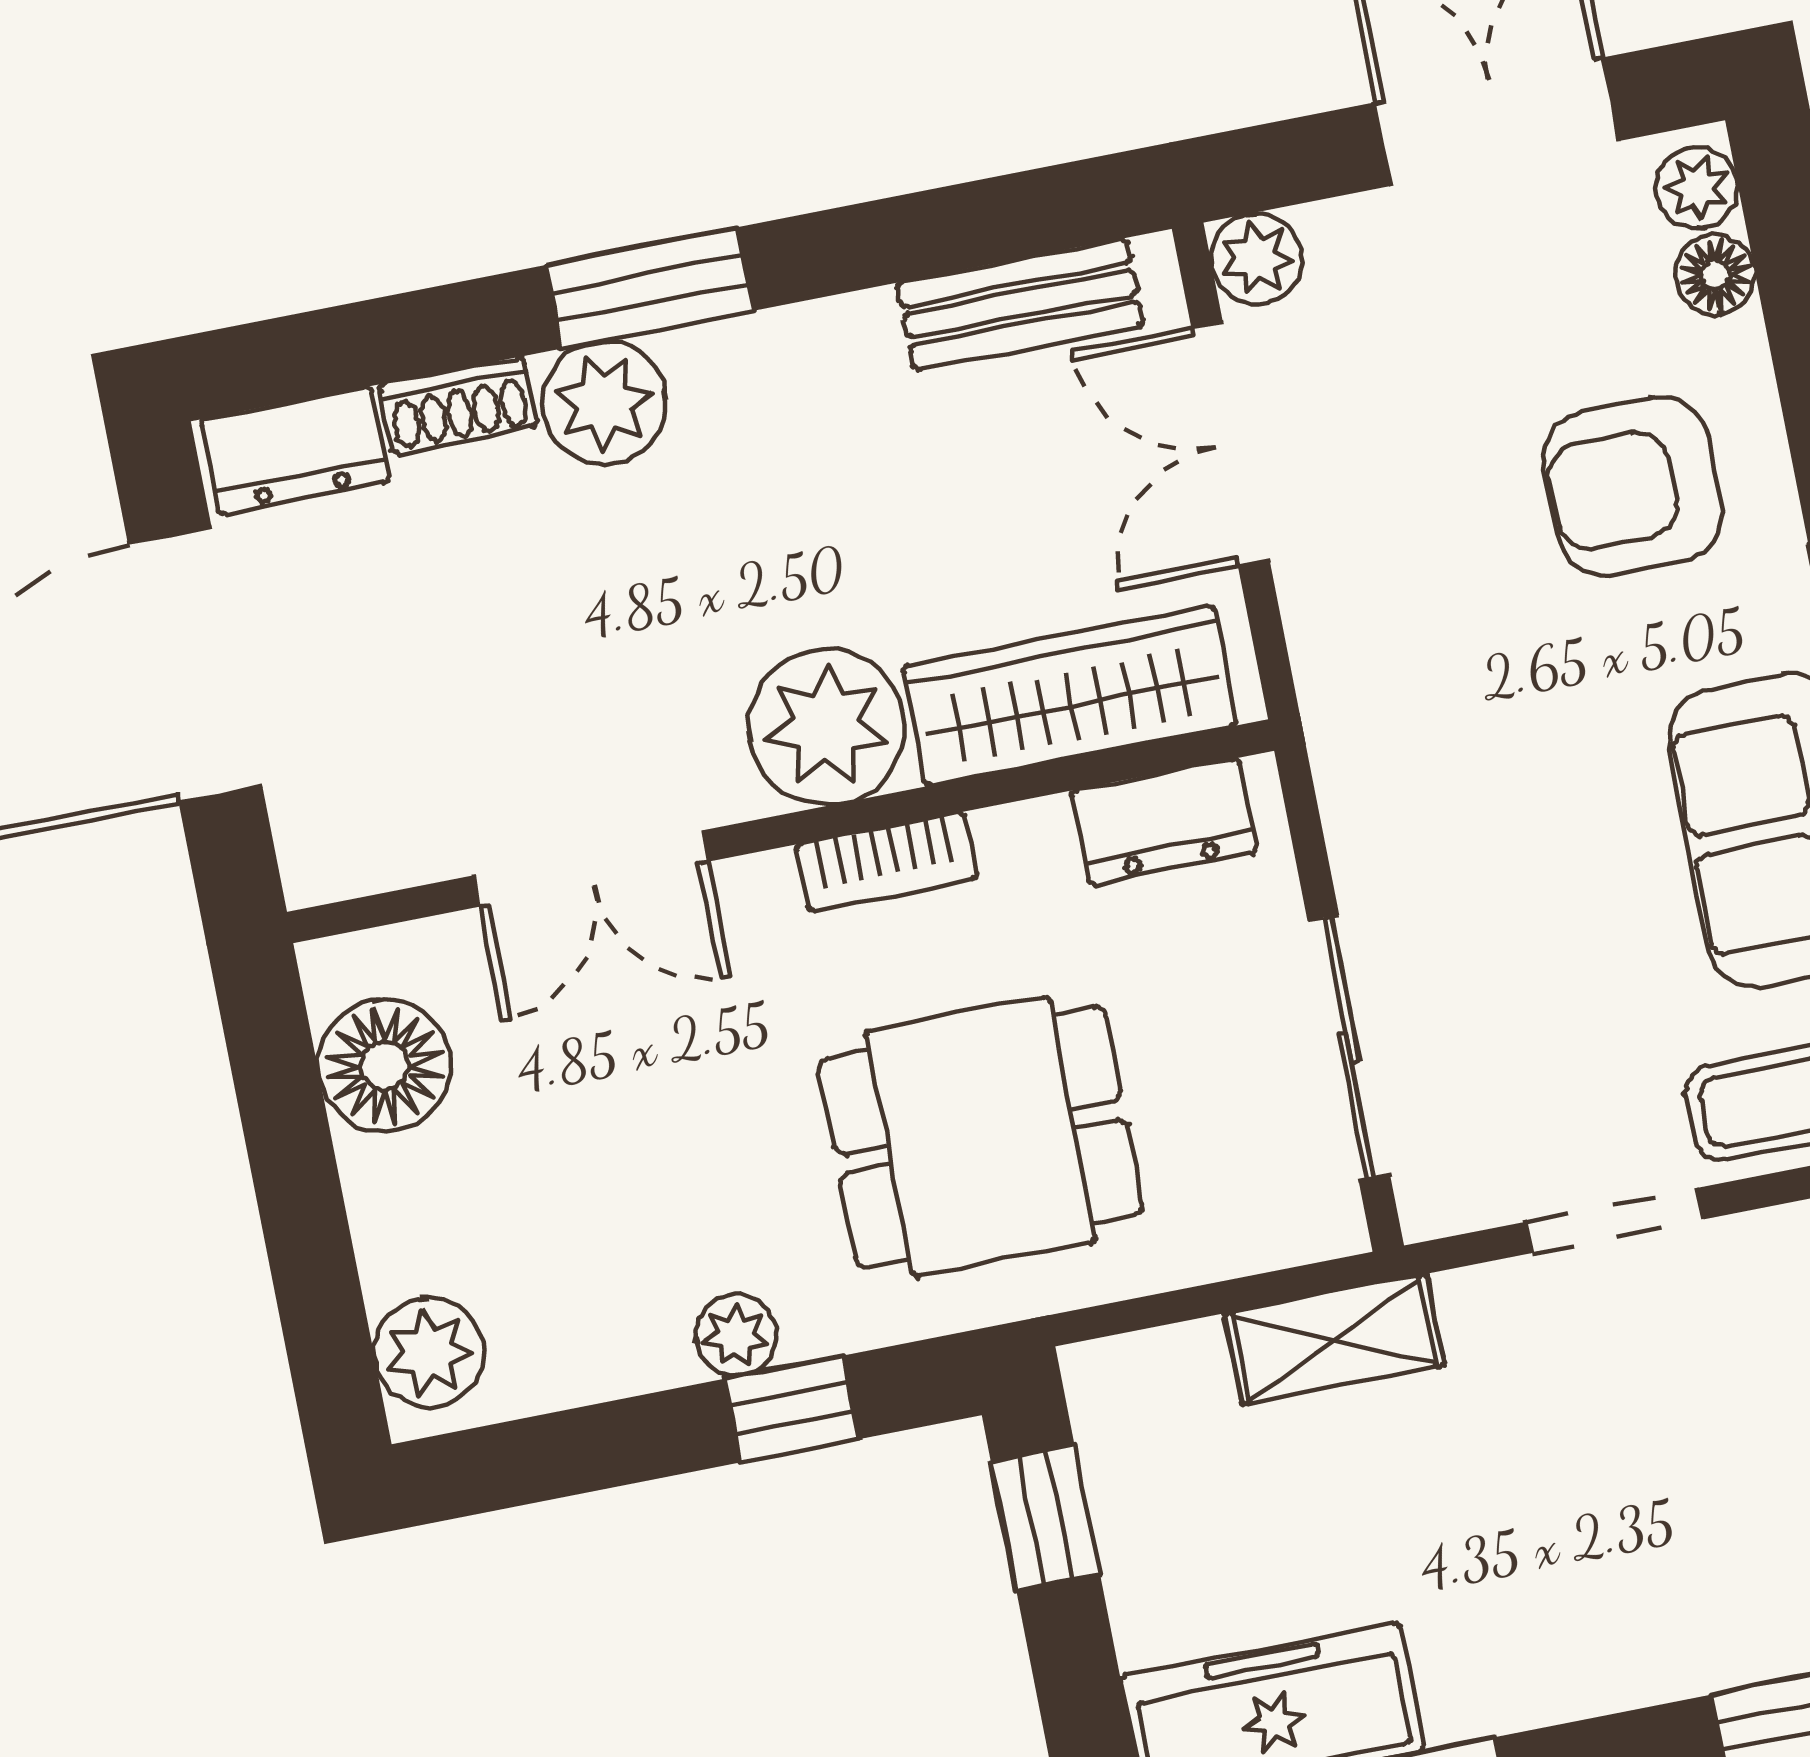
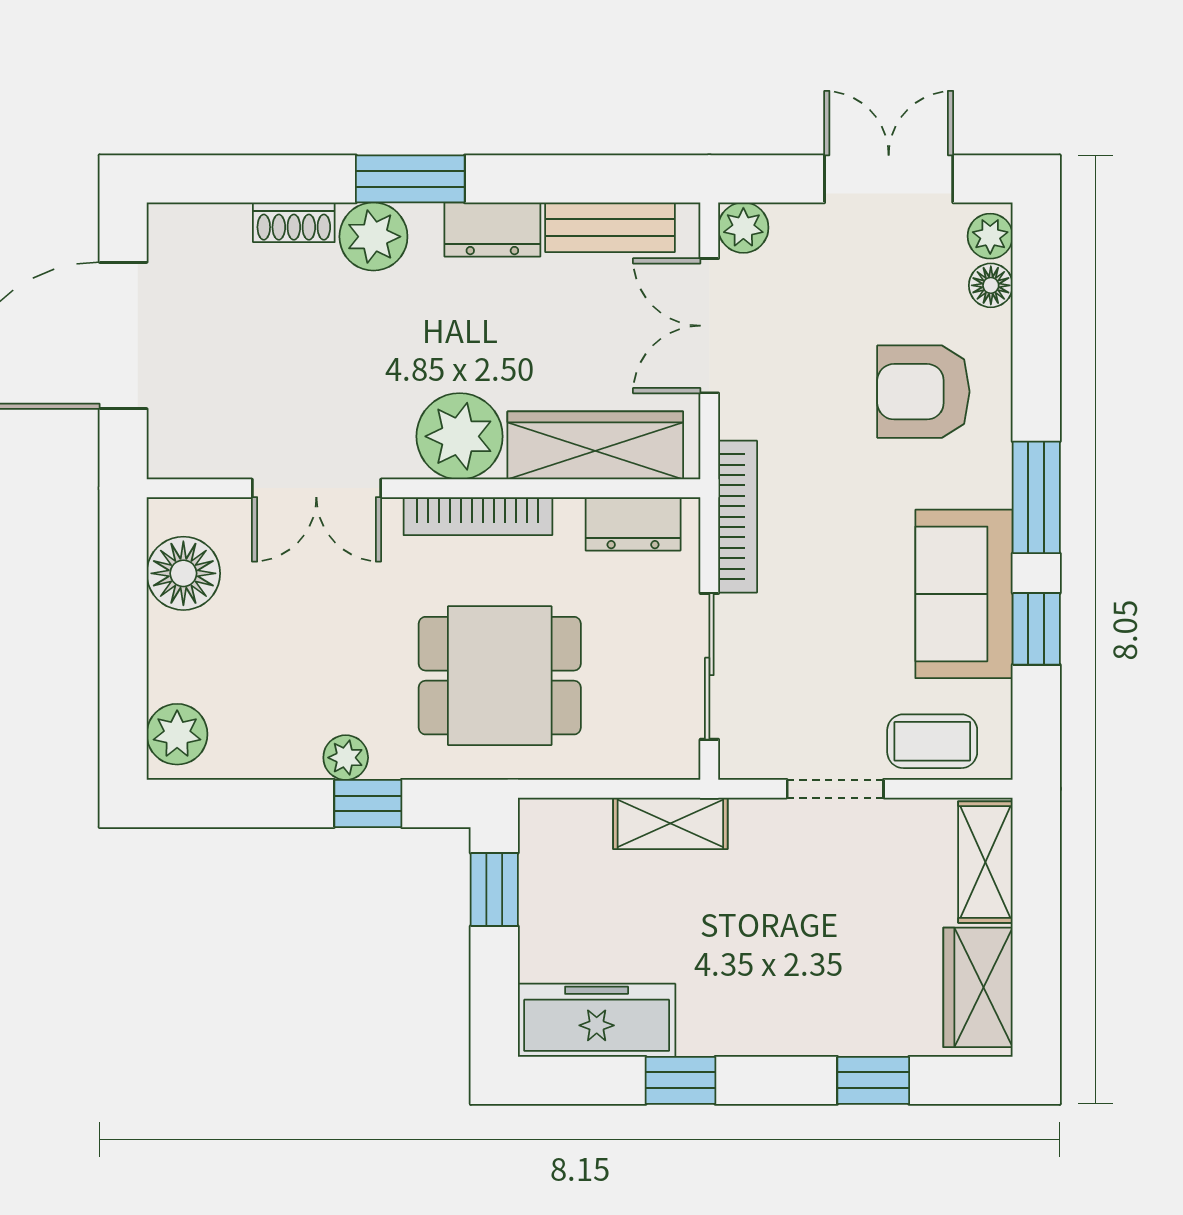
dresser: (295, 451) -> (492, 230), moved
bookcase: (1347, 772) -> (738, 517), added
bookcase: (887, 862) -> (478, 516), width x1.56

